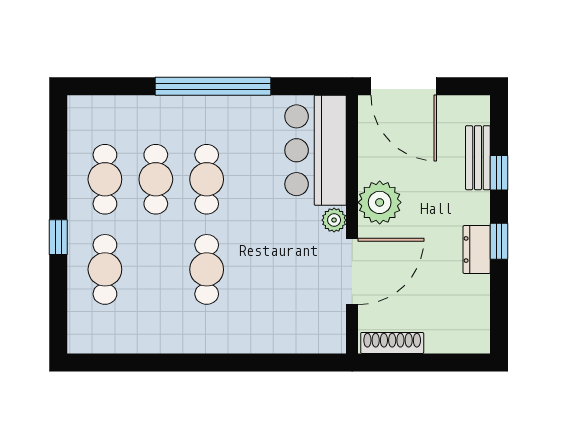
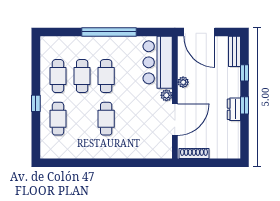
bench: (478, 158) -> (235, 51), moved
plant: (380, 202) -> (183, 82), width x0.53, depth x0.53

